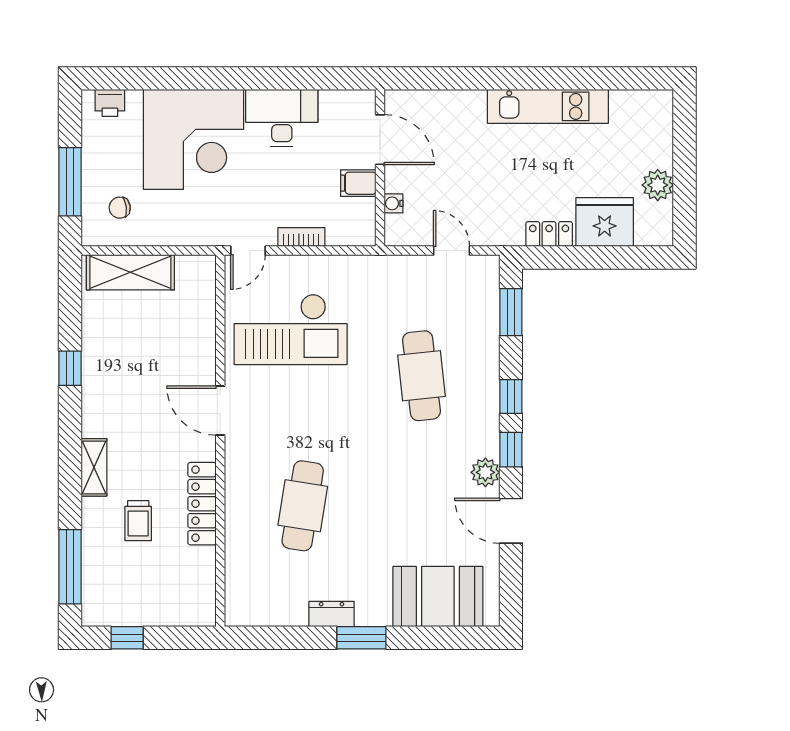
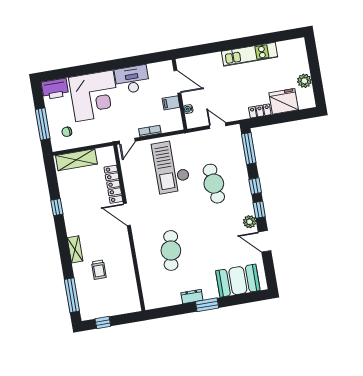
printer: (110, 103) -> (55, 89), width x1.87, depth x1.48
window: (511, 312) -> (249, 148), width x1.44
checkout: (291, 329) -> (171, 167), moved, turned 90
locker: (202, 504) -> (113, 184), moved

